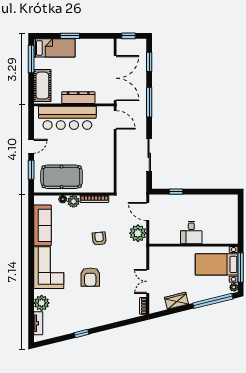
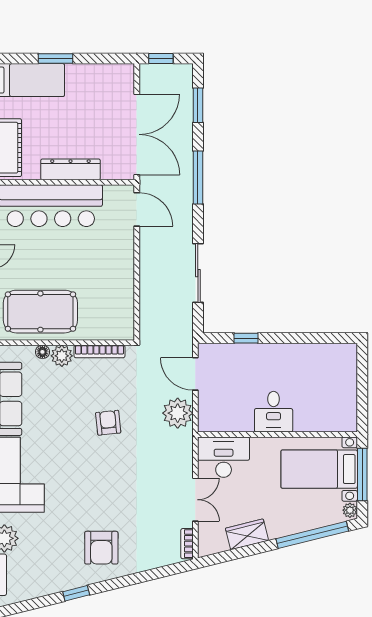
desk: (163, 258) -> (224, 457), added
armchair: (90, 277) -> (101, 548), moved
double door: (148, 281) -> (195, 500), swing flipped

